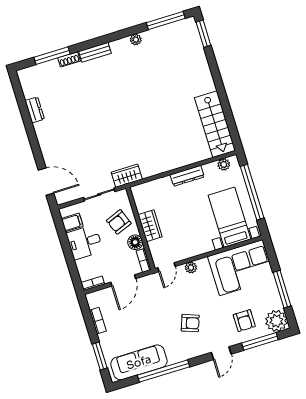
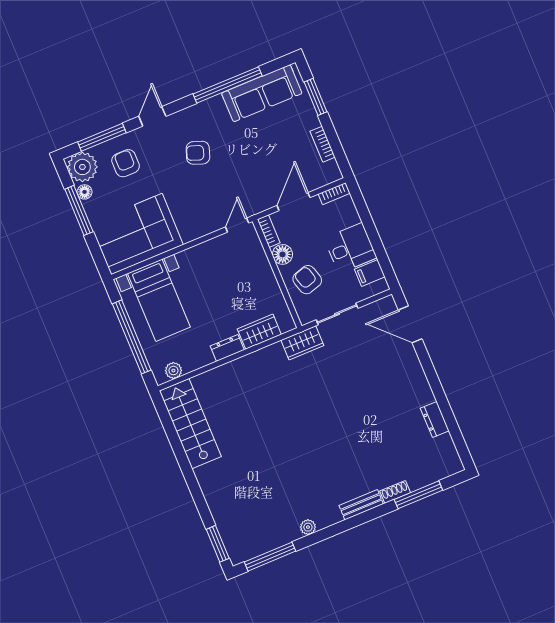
dresser: (187, 176) -> (227, 348), width x0.70
armchair: (119, 222) -> (307, 280), turned -86
wardrobe: (150, 226) -> (259, 332), moved, turned 90
plant: (191, 268) -> (204, 228), removed
floor lamp: (277, 302) -> (85, 192), added

